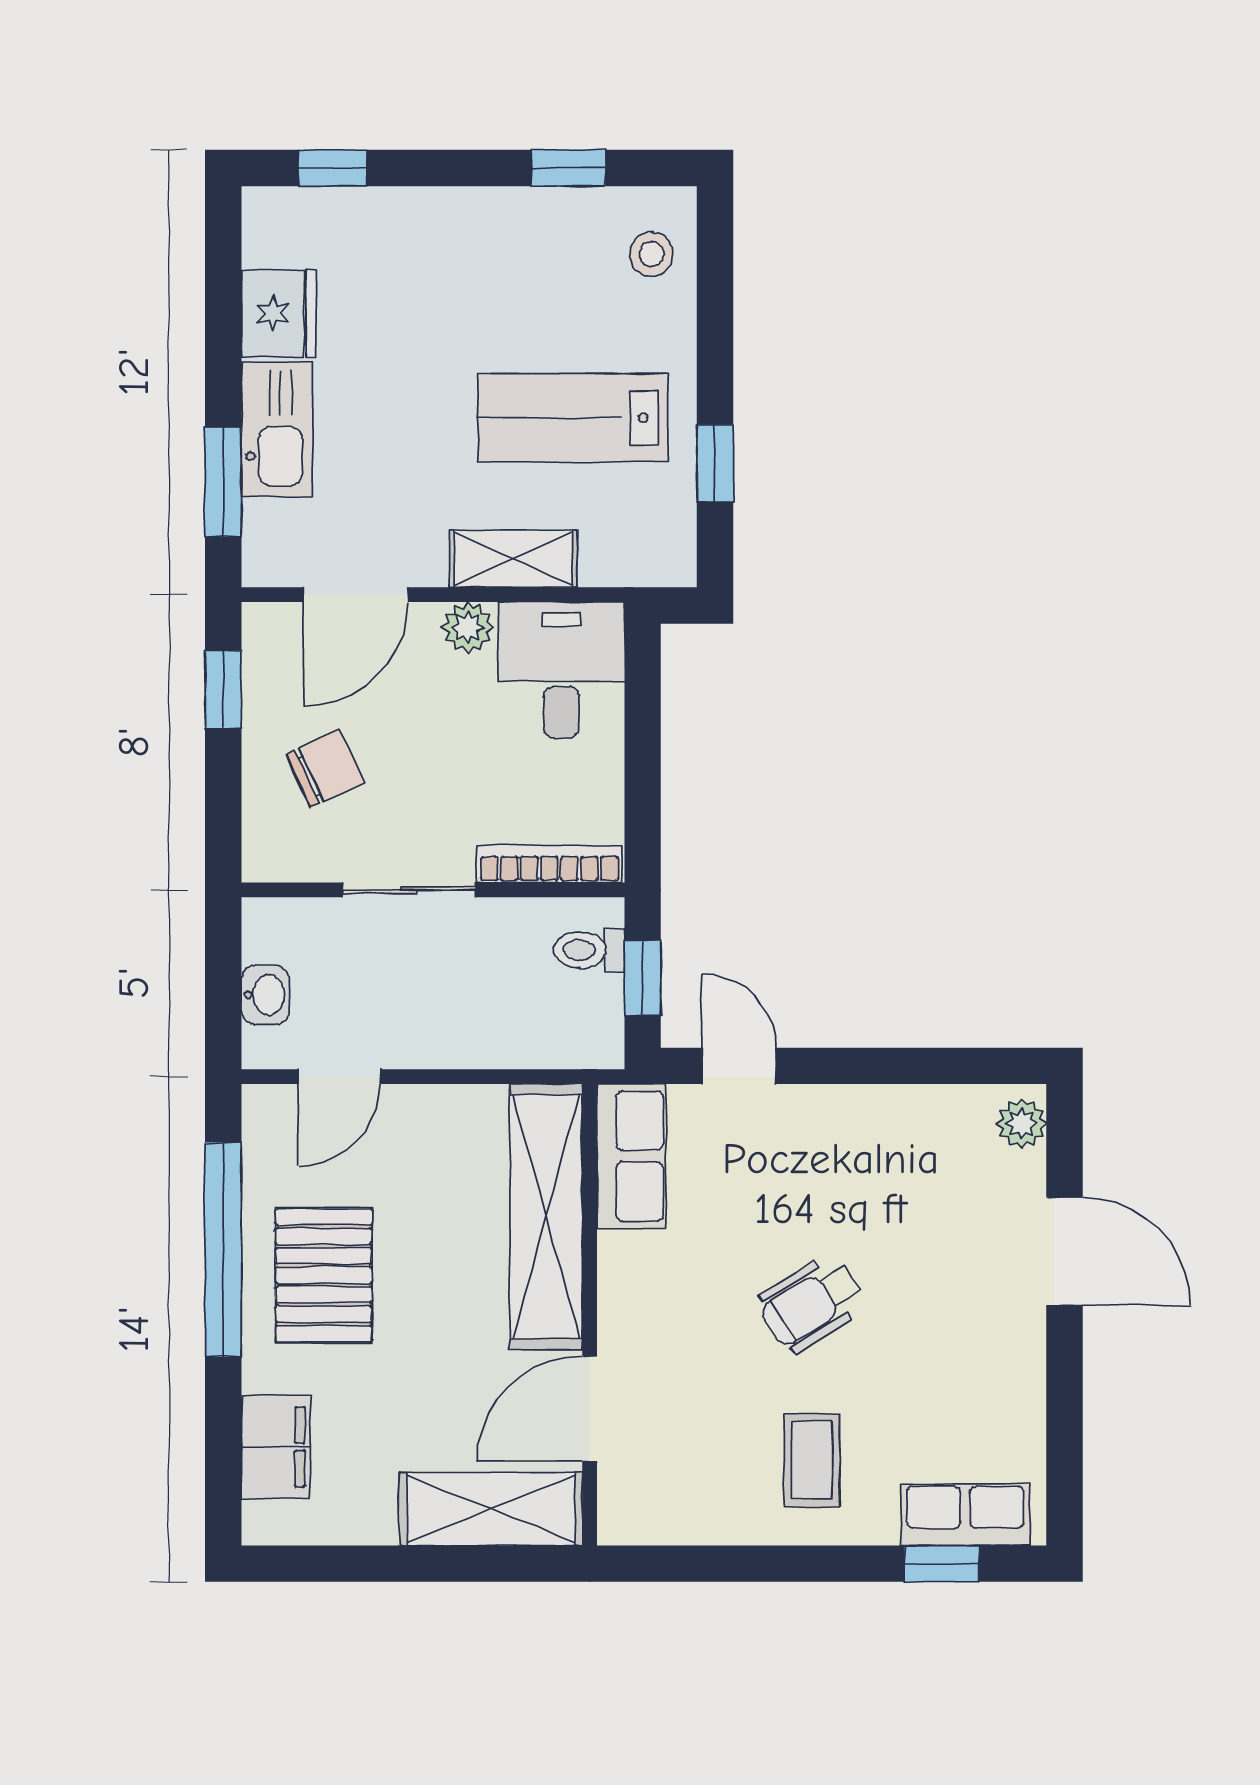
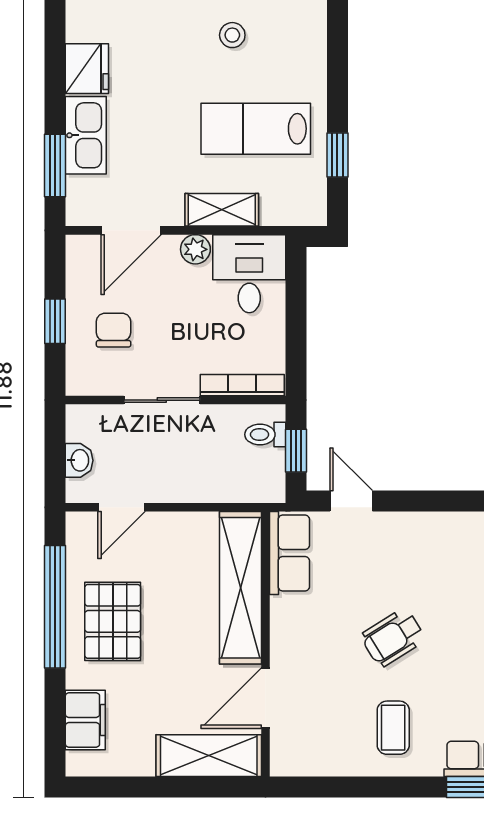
stool: (652, 254) -> (232, 35), moved
window: (223, 689) -> (55, 321), moved
chair: (325, 768) -> (114, 330), turned -65

